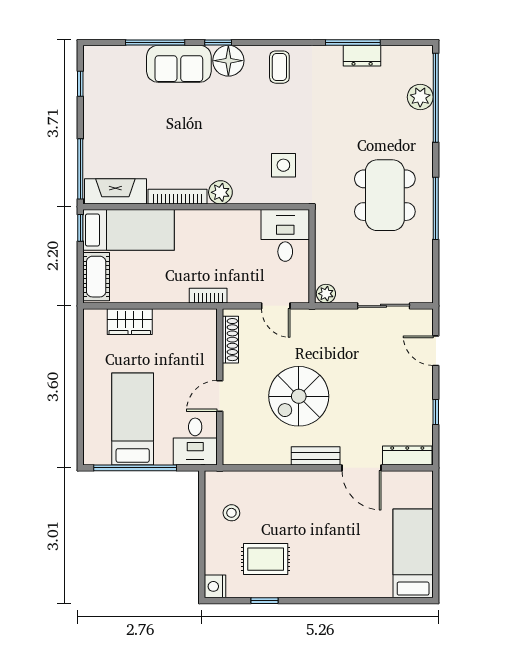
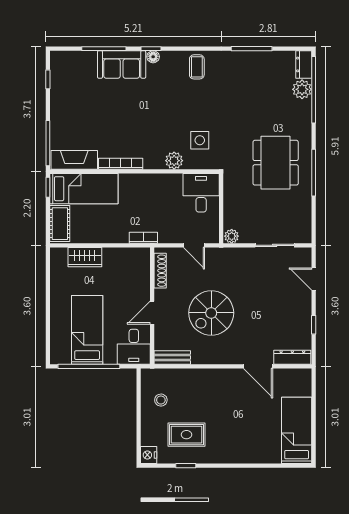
dresser: (362, 56) -> (304, 64), moved, turned 90
floor lamp: (228, 61) -> (153, 57), width x0.53, depth x0.53
plant: (220, 192) -> (174, 161), moved
bench: (316, 456) -> (172, 358), moved

